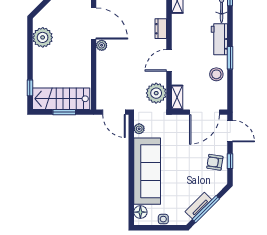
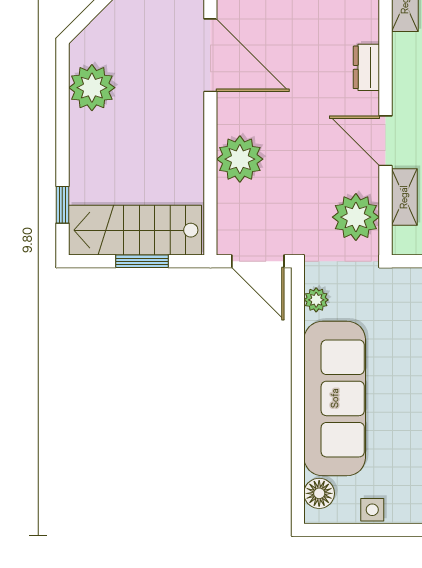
plant: (102, 45) -> (240, 159), moved, width x1.87, depth x1.87
door: (169, 60) -> (386, 141), hinge flipped
shelving: (177, 97) -> (404, 197), moved

